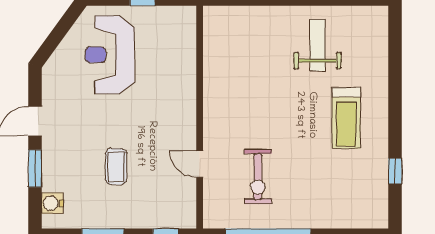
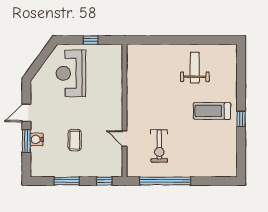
treadmill: (346, 118) -> (212, 111), turned 90
window: (395, 171) -> (241, 119), moved
water cooler: (52, 203) -> (37, 139), moved

